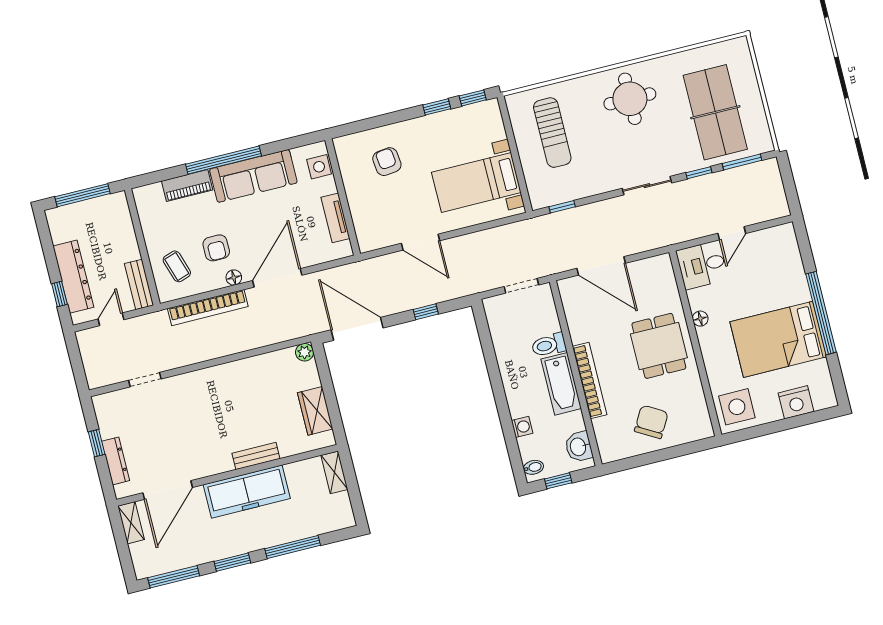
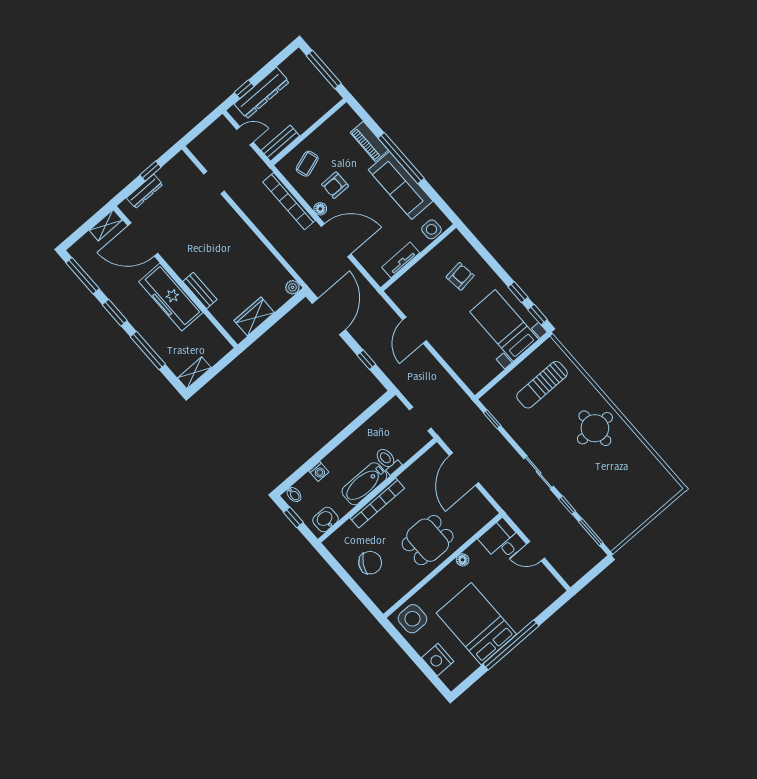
table tennis table: (715, 112) -> (617, 495), removed
bed with nightstands: (476, 182) -> (504, 326), moved
shelving: (334, 472) -> (194, 373), moved

